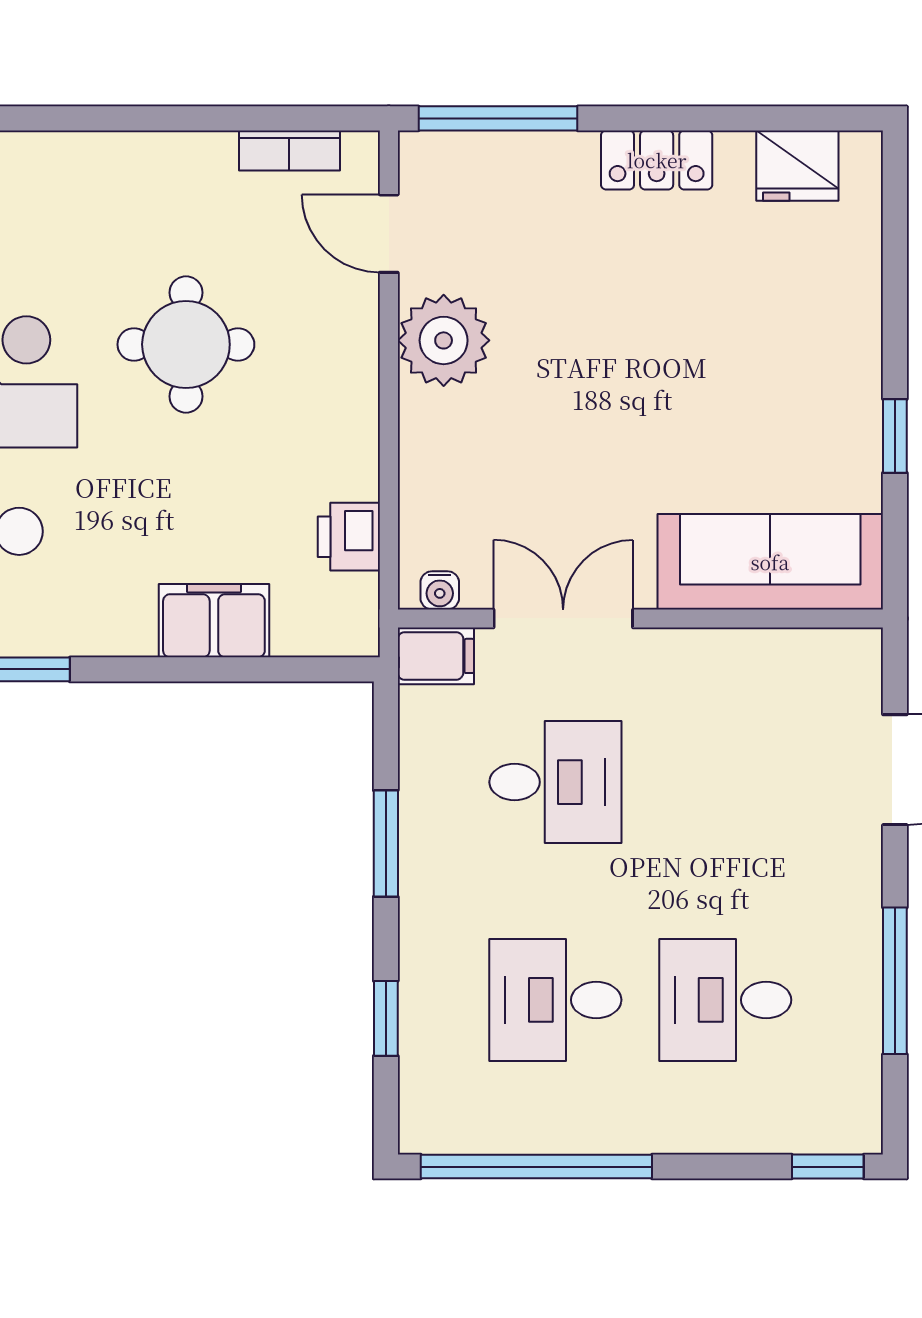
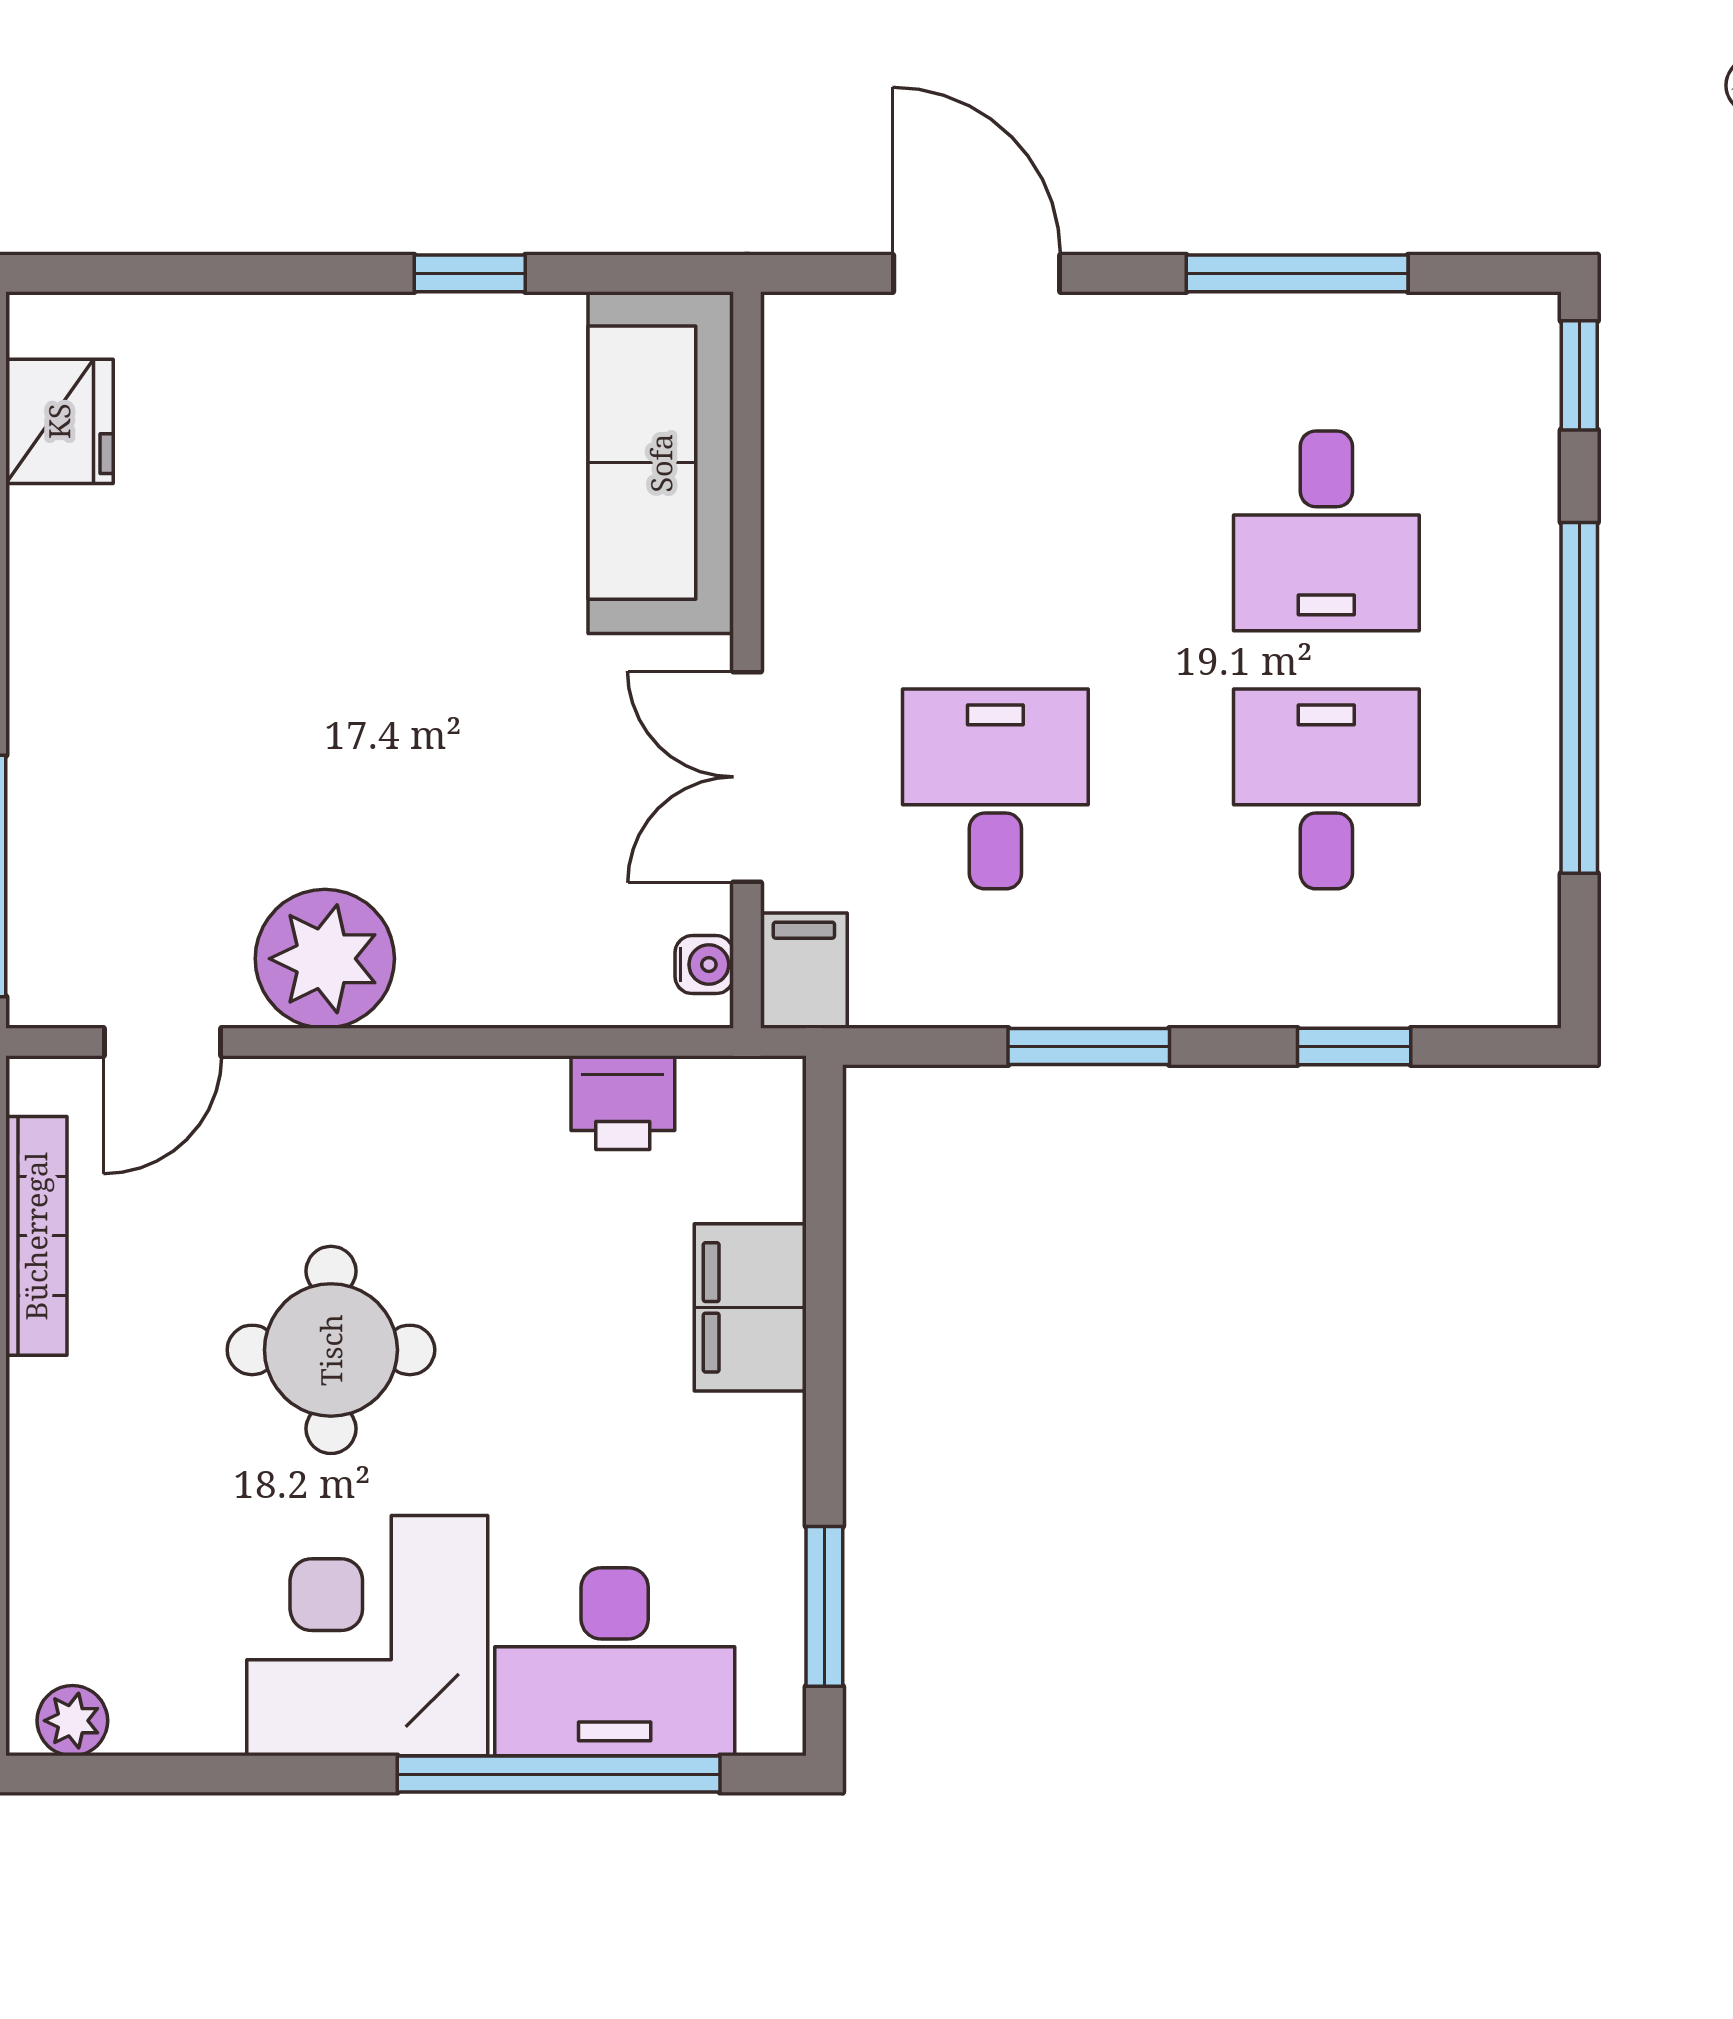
bookcase: (289, 151) -> (36, 1236), width x1.56
locker: (657, 160) -> (51, 635), removed
desk: (555, 1000) -> (1326, 789), turned 180
window: (536, 1167) -> (1579, 698), moved

